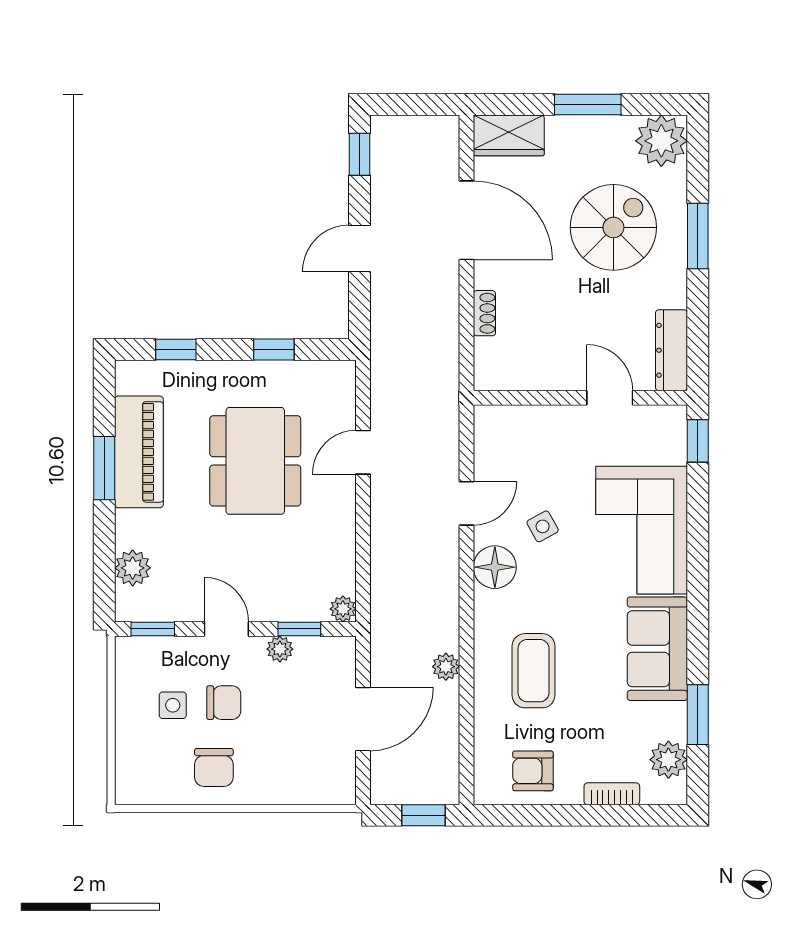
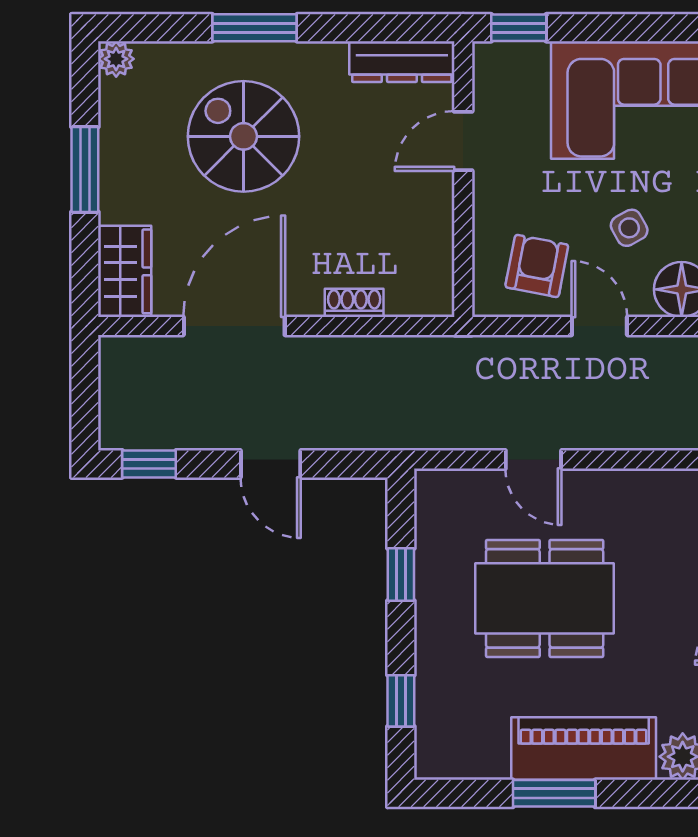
plant: (661, 141) -> (116, 59), width x0.53, depth x0.53
piano: (139, 452) -> (584, 749), moved
armchair: (513, 455) -> (537, 266), added

